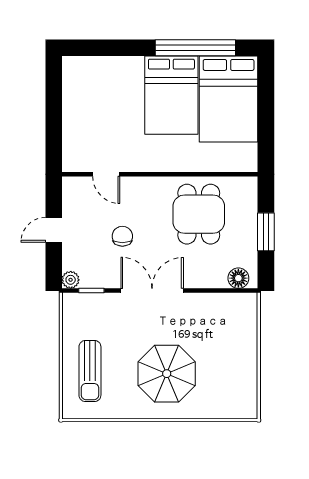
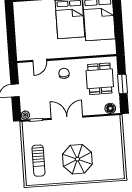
door: (106, 174) -> (40, 60), hinge flipped
dining table: (199, 214) -> (100, 79), moved
chair: (122, 236) -> (64, 73), moved

